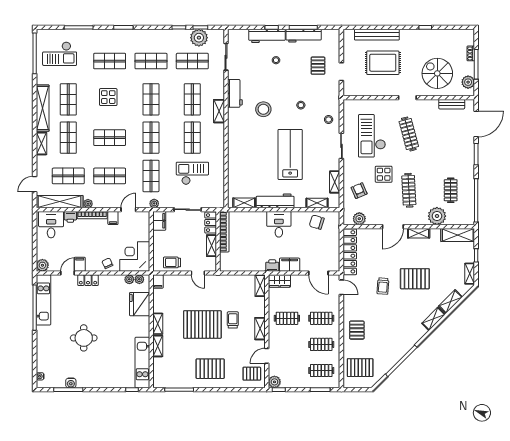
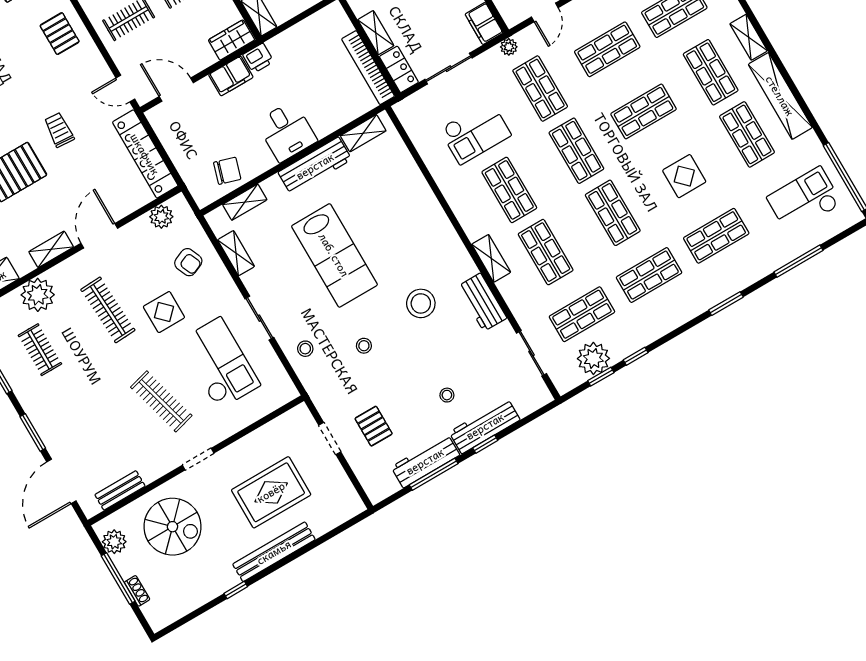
bench: (377, 35) -> (274, 552), moved

